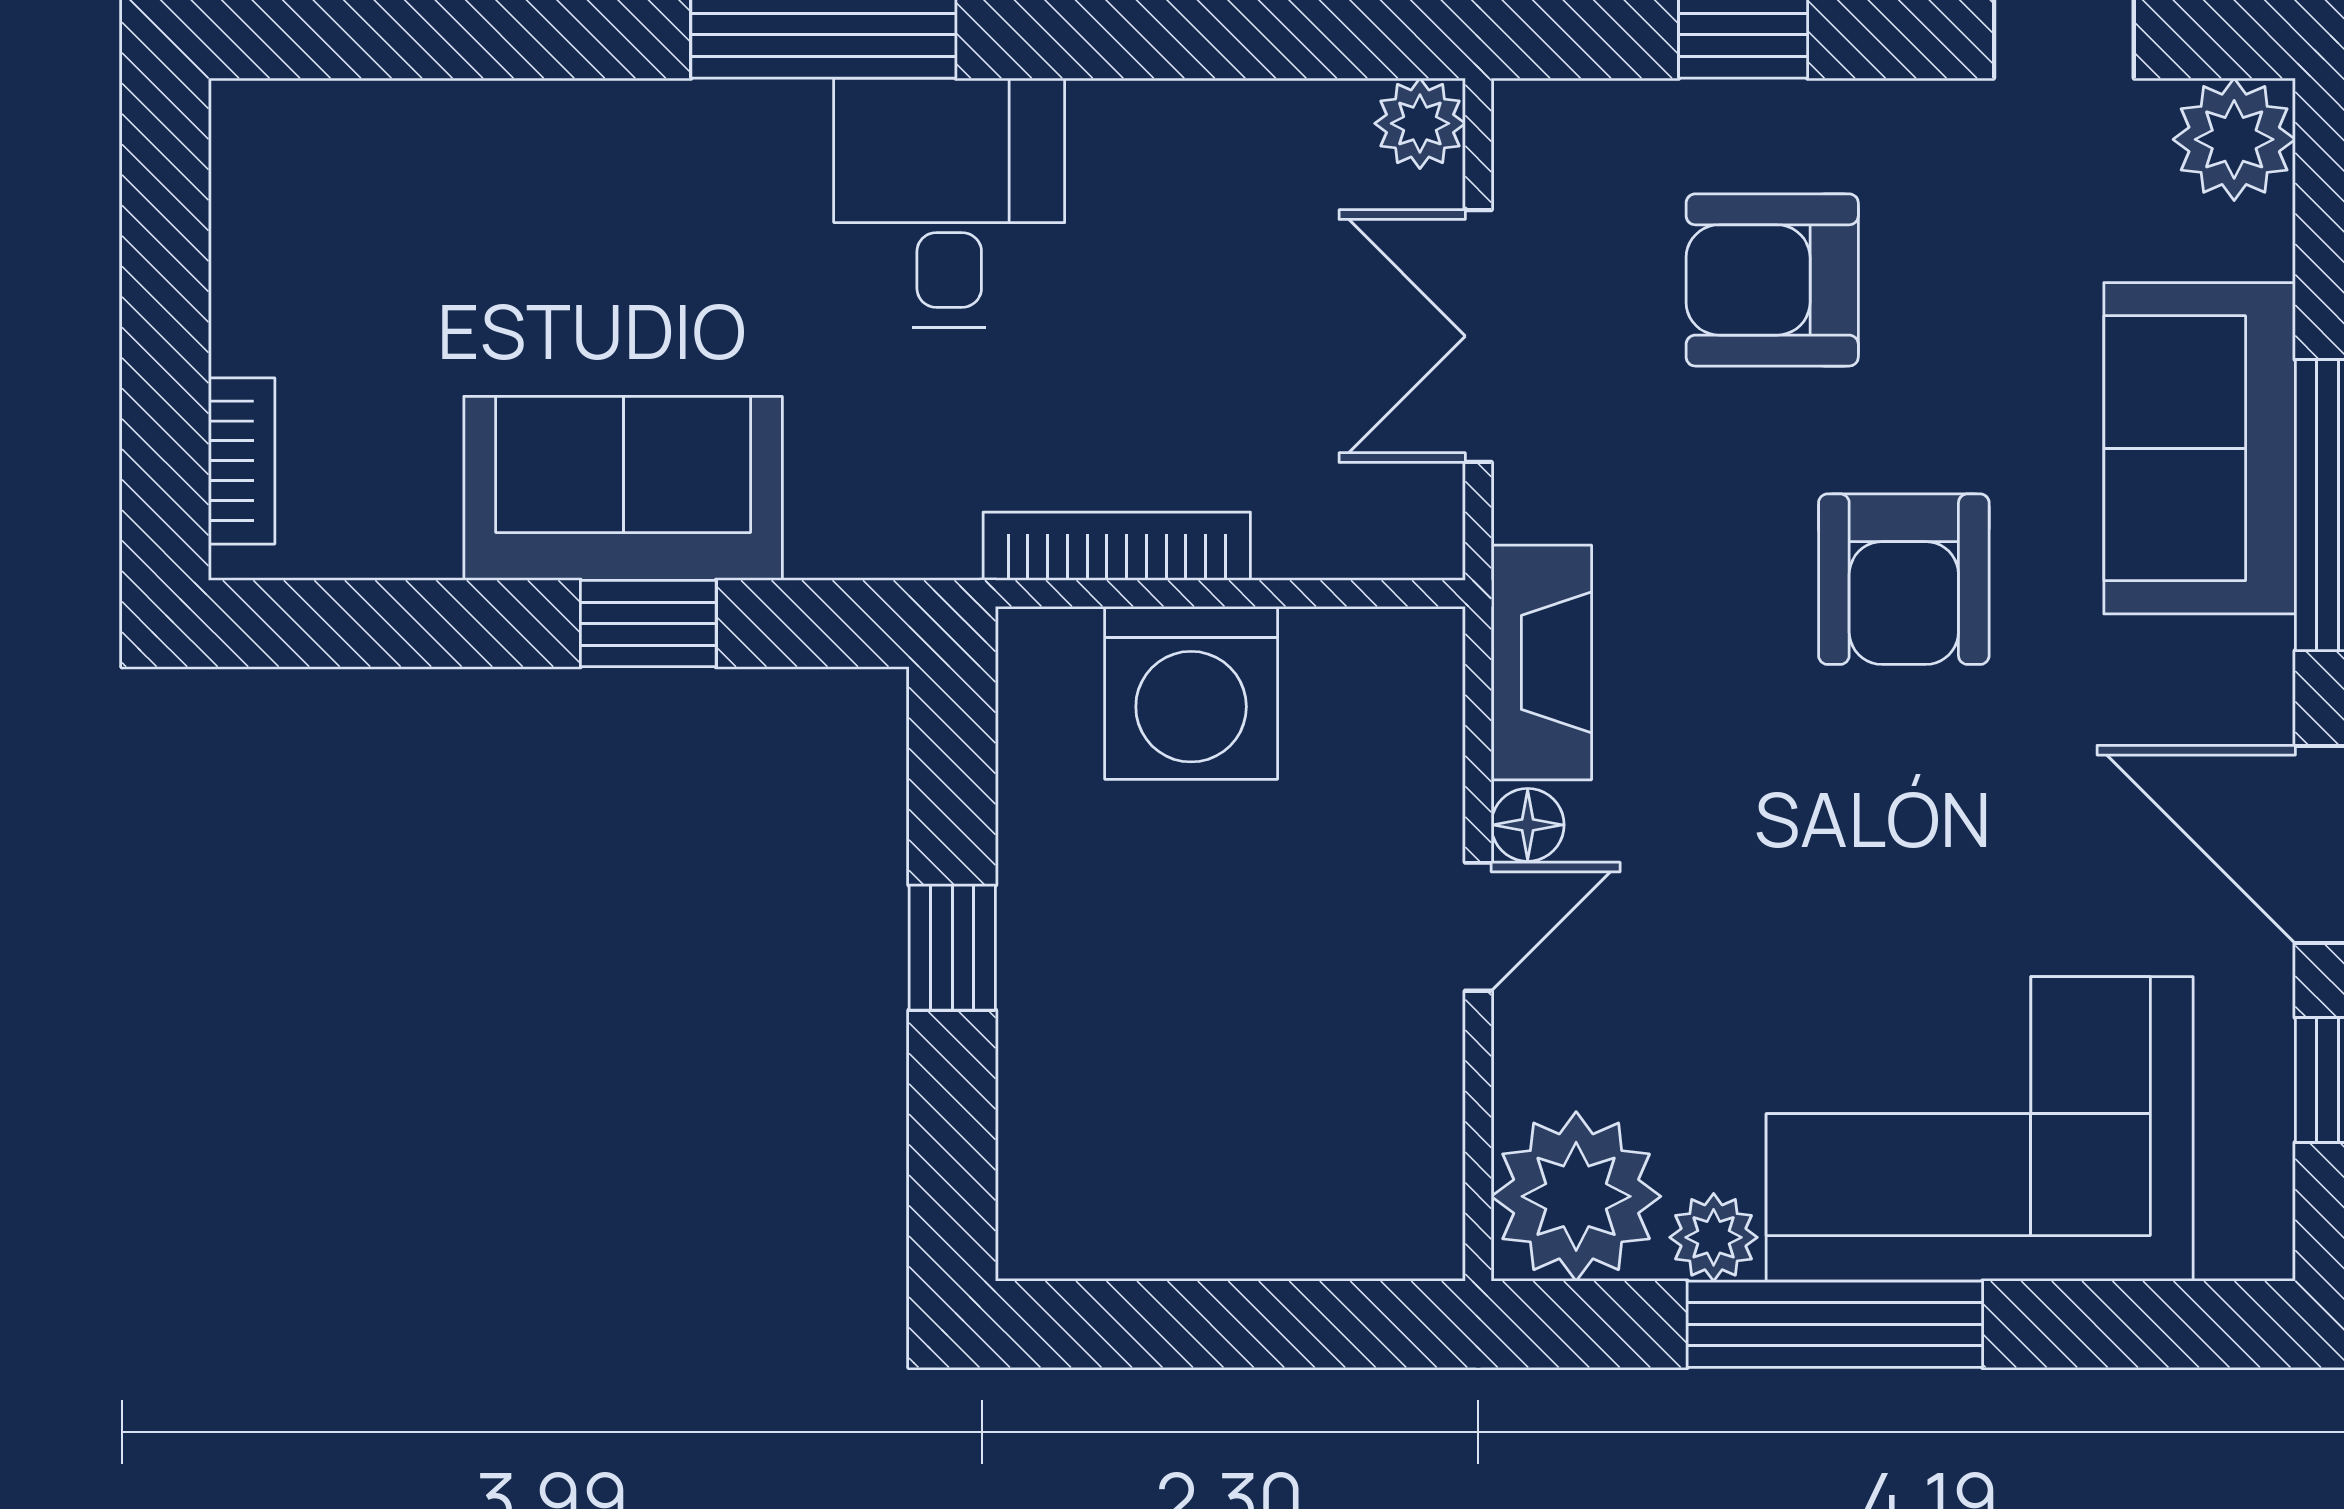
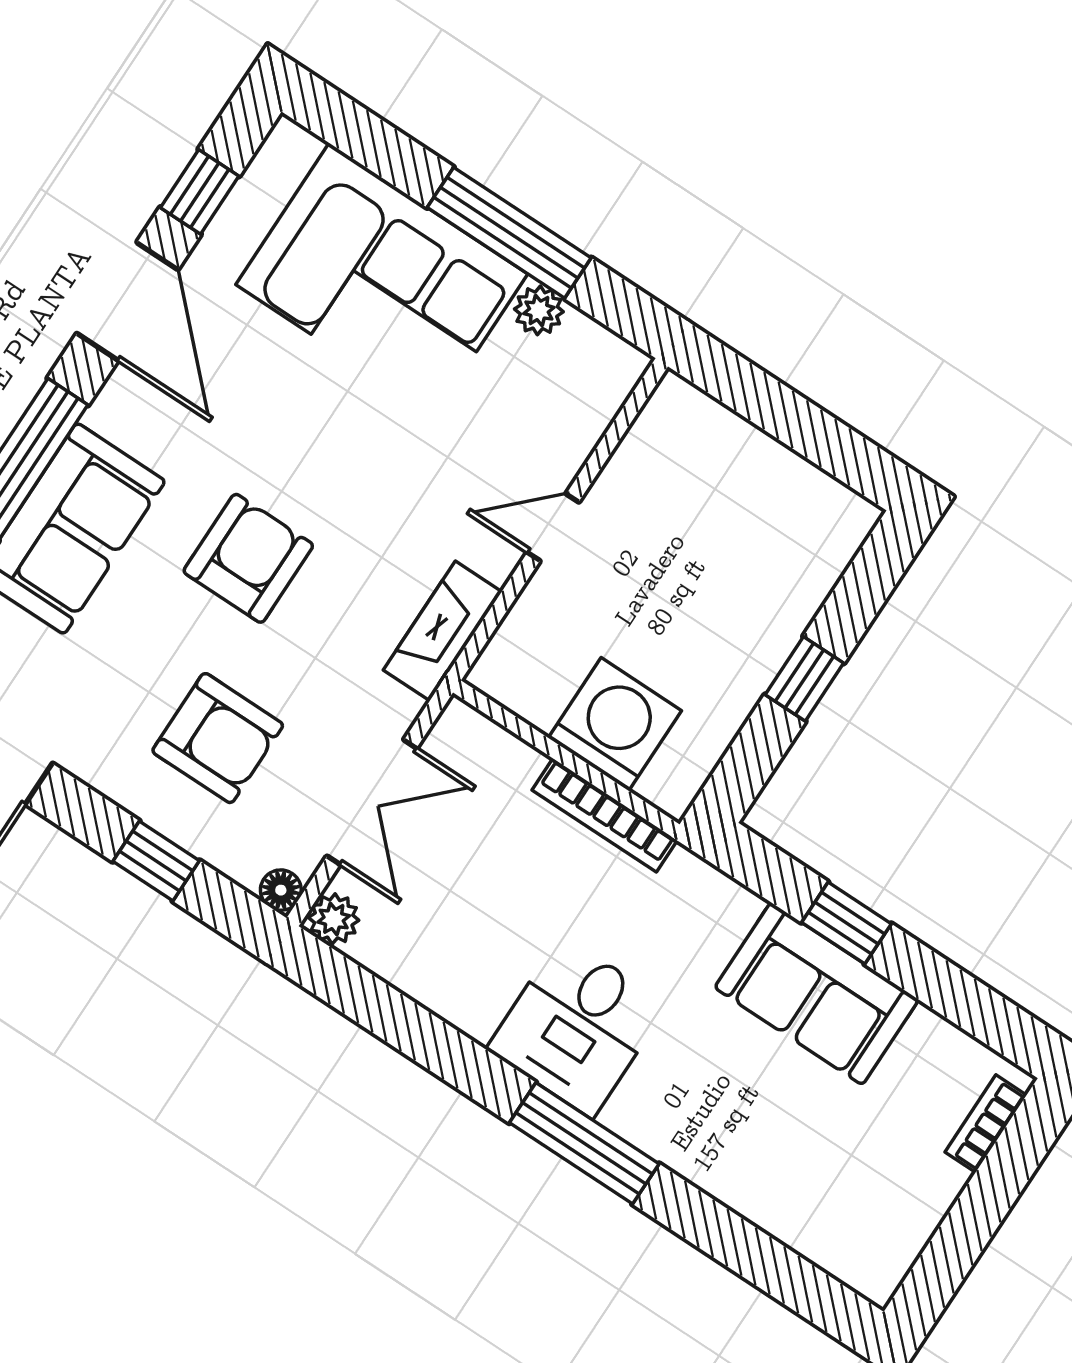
floor lamp: (1528, 825) -> (281, 890), moved
plant: (1576, 1196) -> (590, 372), removed

